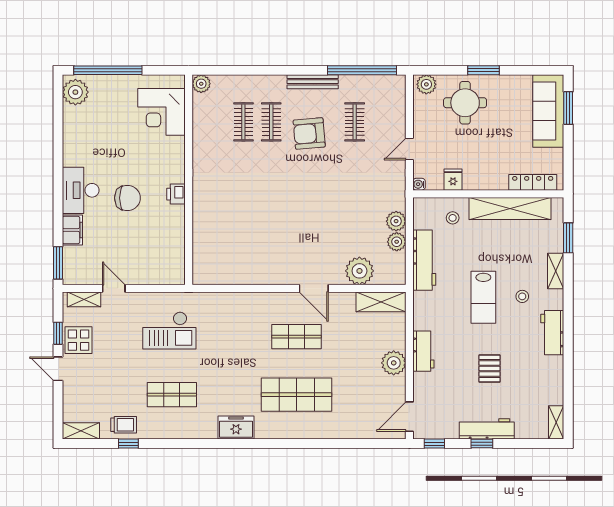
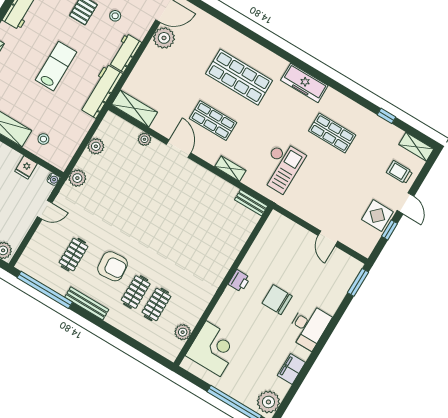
plant: (201, 84) -> (183, 332), moved
plant: (396, 221) -> (77, 178), moved
filing cabinet: (72, 230) -> (291, 369), moved
workbench: (424, 260) -> (101, 91), moved
plant: (359, 271) -> (144, 139), width x0.53, depth x0.53
bench: (210, 278) -> (251, 203), added
stool: (522, 296) -> (115, 16), moved
shelving: (84, 299) -> (230, 169), moved
checkout: (169, 330) -> (281, 167), moved, turned 90
plant: (394, 363) -> (164, 38), moved
trolley: (124, 425) -> (399, 172), moved
freezer: (236, 428) -> (304, 83), width x1.40

